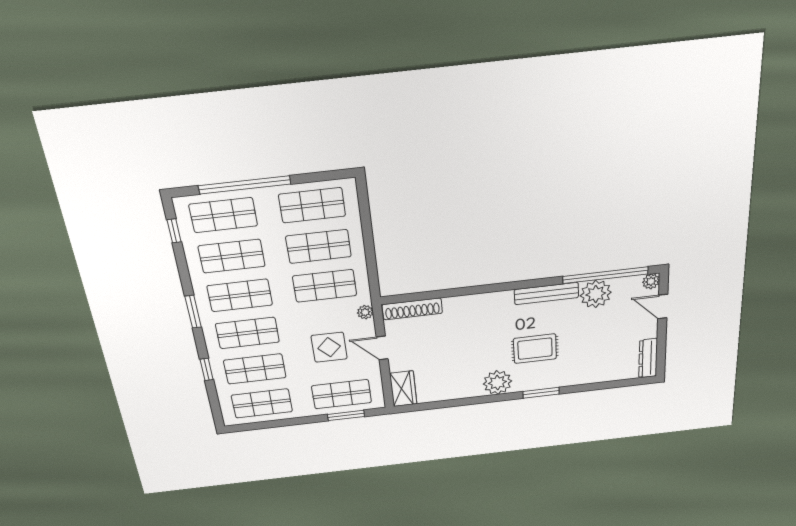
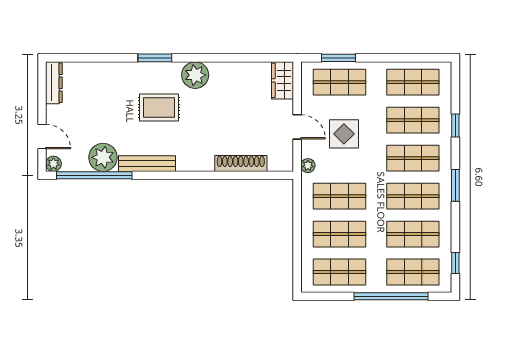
shoe rack: (412, 309) -> (241, 163), moved

